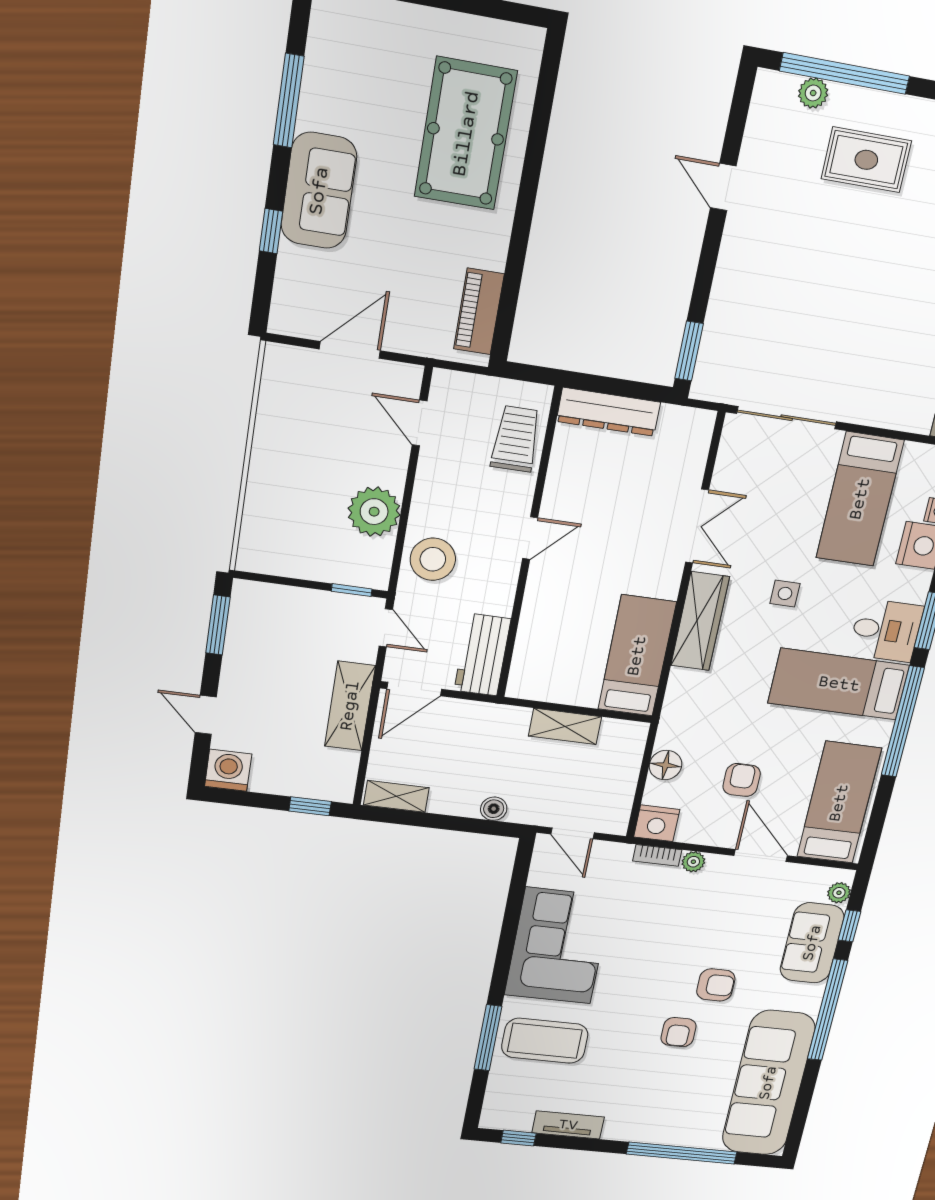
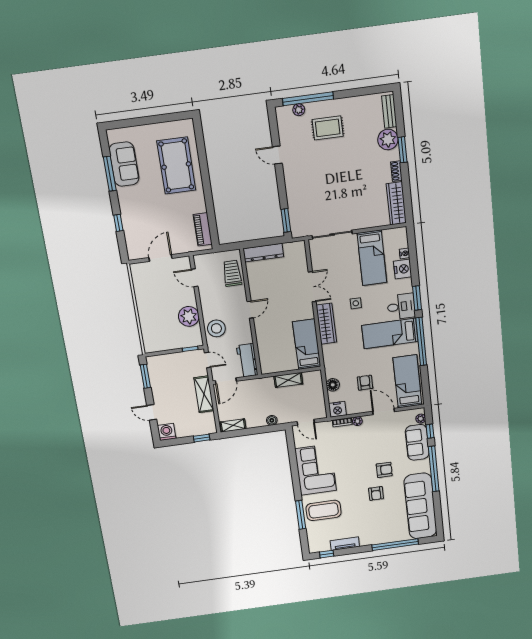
sofa: (319, 191) -> (124, 164), moved

